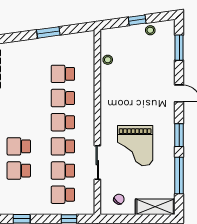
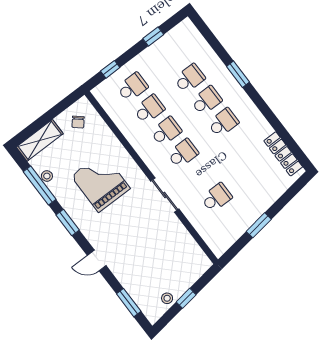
stool: (108, 60) -> (47, 176), moved
school desk: (63, 98) -> (223, 123), moved
sliding door: (97, 163) -> (165, 195), moved

